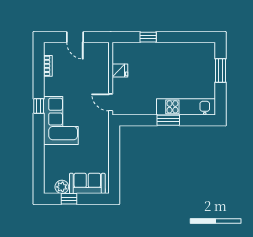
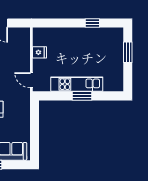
window: (148, 37) -> (92, 23), moved
kitchen unit: (186, 107) -> (77, 84), moved

